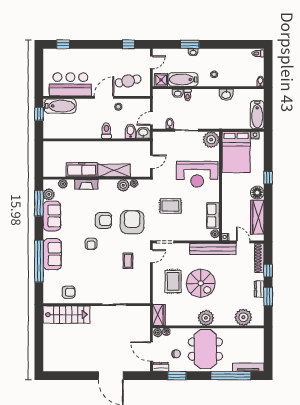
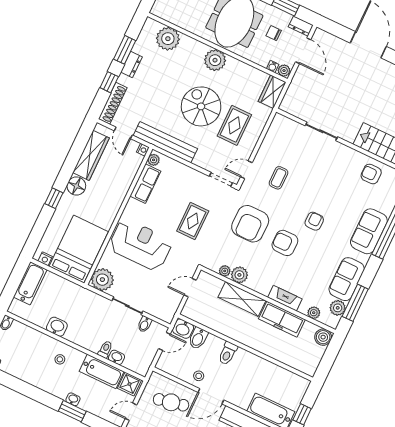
boiler: (49, 171) -> (323, 337), added
rug: (170, 206) -> (193, 221), turned 90

